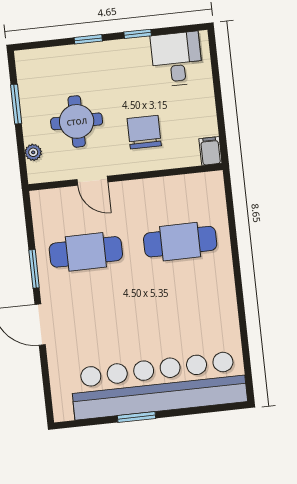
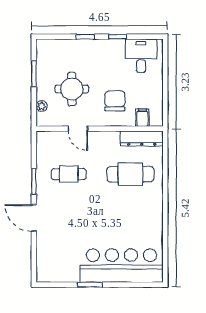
filing cabinet: (210, 151) -> (142, 118), moved
dresser: (191, 185) -> (142, 138), added
cafe table: (86, 252) -> (69, 174), width x0.73, depth x0.74
bar counter: (159, 385) -> (121, 266), width x0.73

